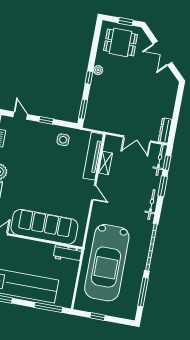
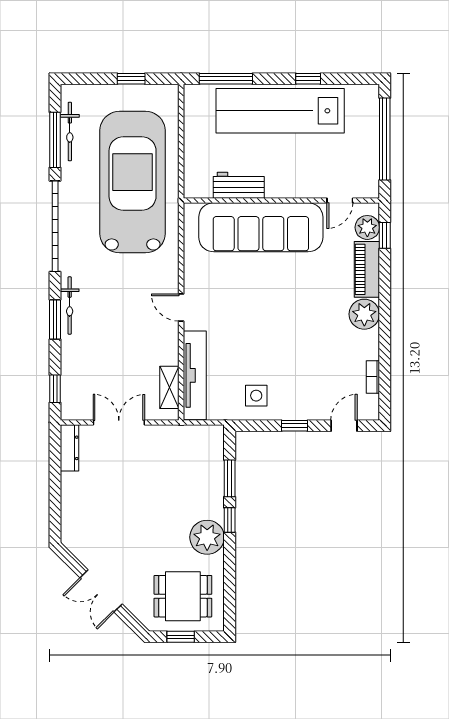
double door: (163, 53) -> (101, 591), swing flipped
plant: (98, 70) -> (207, 537), width x1.87, depth x1.87
window: (83, 109) -> (230, 478), moved
door: (20, 116) -> (344, 426), swing flipped
bicycle: (160, 160) -> (70, 131), moved
shelving: (105, 163) -> (169, 387), moved
window: (163, 186) -> (55, 320), moved
workbench: (68, 254) -> (239, 185), moved

